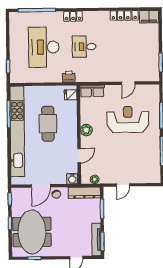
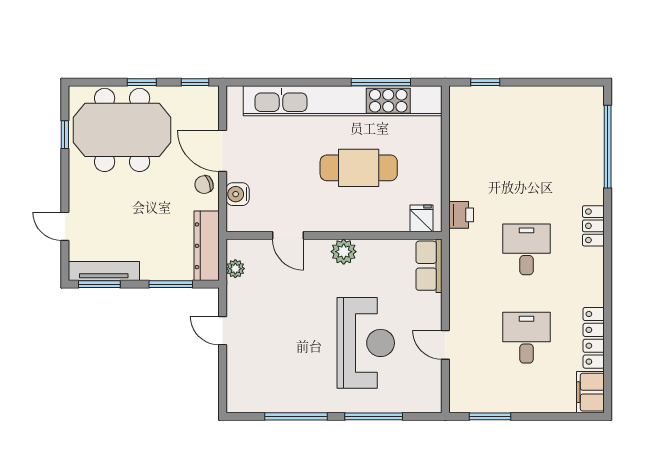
desk: (44, 47) -> (526, 338), moved, width x0.53, depth x0.77
water cooler: (72, 179) -> (238, 194), moved

